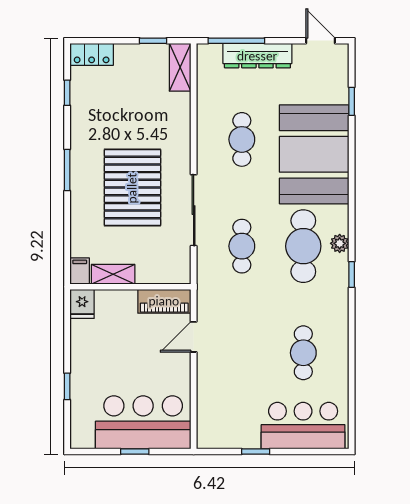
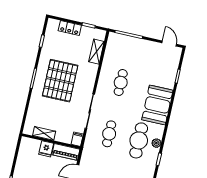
locker: (92, 54) -> (70, 28), moved
dresser: (257, 56) -> (137, 44), removed
shelving: (180, 67) -> (96, 52), moved
booth: (314, 154) -> (157, 105), width x0.73, depth x0.70
pallet: (132, 188) -> (60, 81), moved
filing cabinet: (80, 271) -> (77, 139), moved
fridge: (82, 304) -> (46, 149), moved

